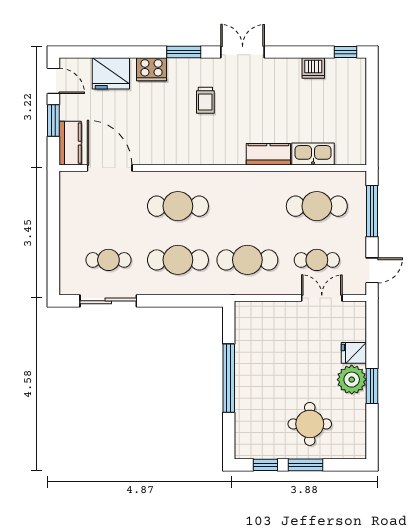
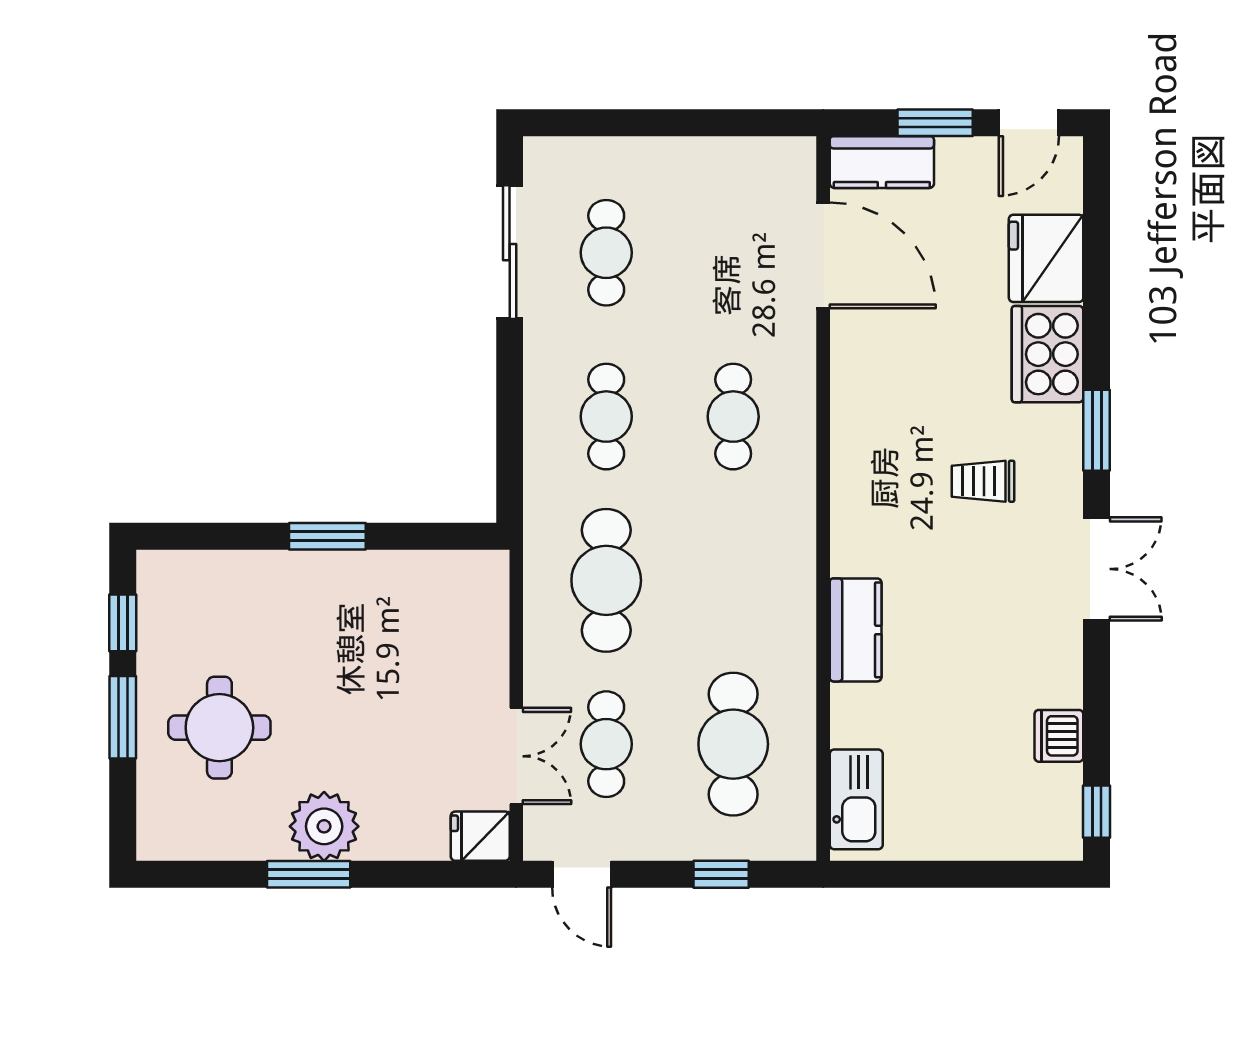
cooker: (151, 69) -> (1048, 354), width x1.37, depth x1.31
kitchen sink: (313, 154) -> (856, 799), moved
door: (110, 168) -> (823, 255), hinge flipped
cafe table: (178, 206) -> (733, 417), width x0.73, depth x0.74
window: (372, 211) -> (721, 874), width x0.46
cafe table: (178, 260) -> (606, 417), width x0.73, depth x0.74
fridge: (354, 353) -> (480, 836), moved, turned -90
window: (229, 378) -> (327, 536), width x0.47

